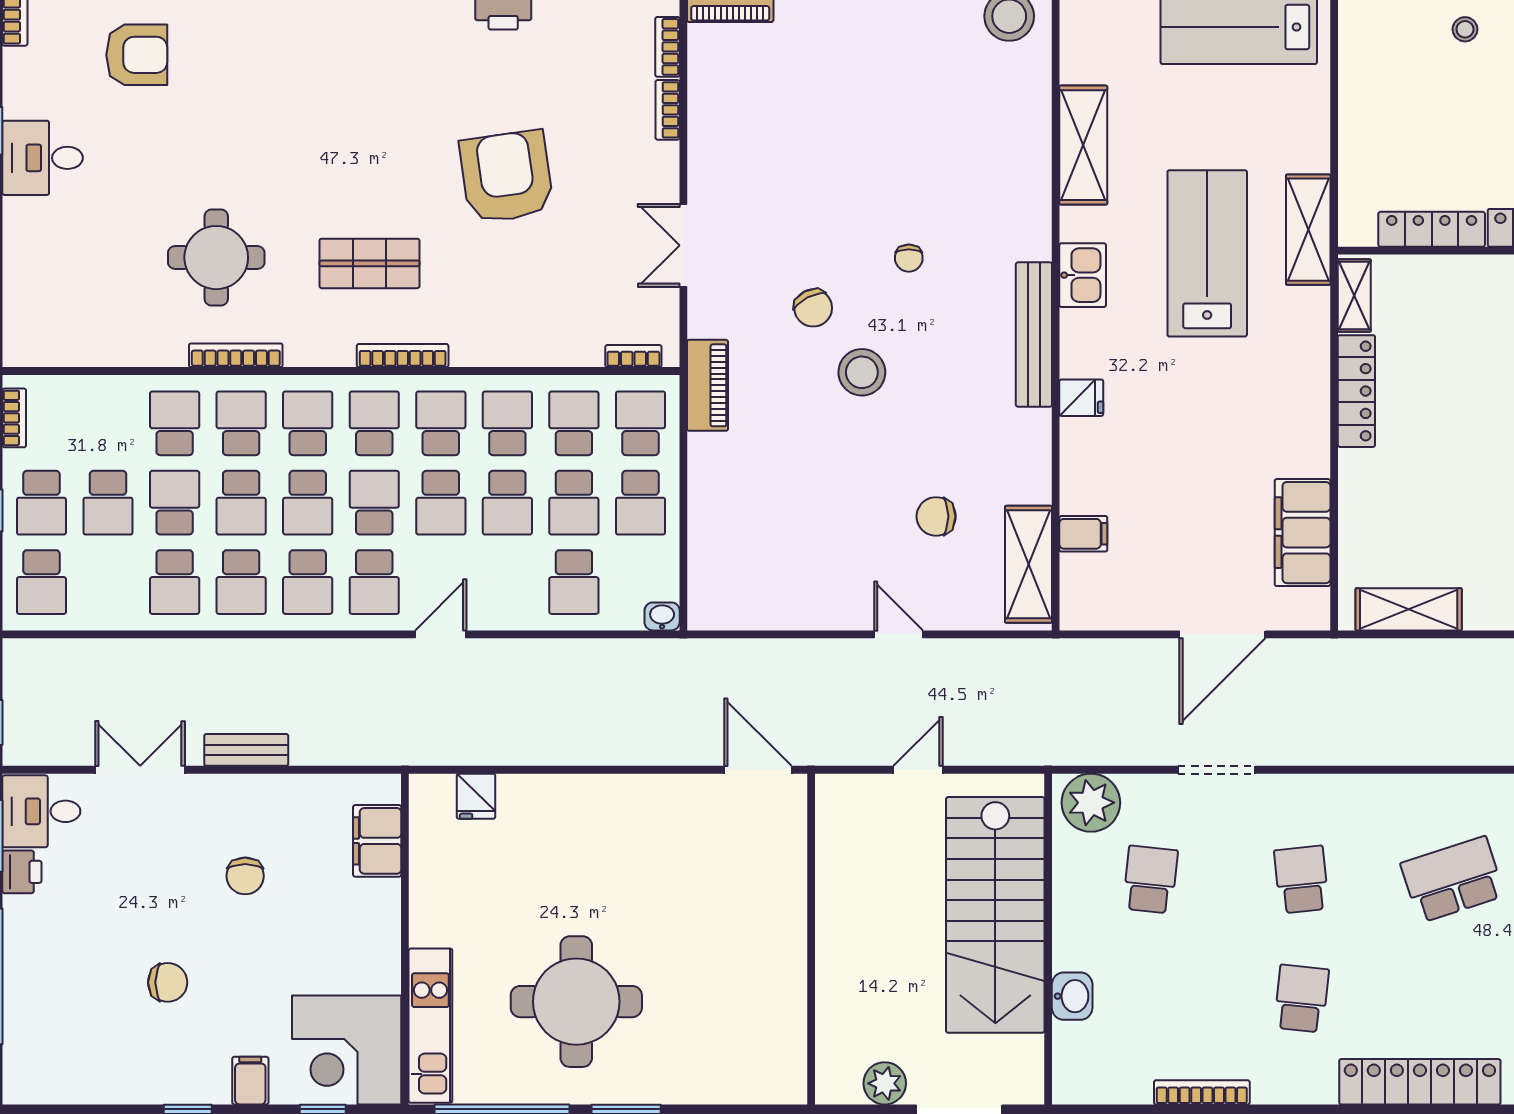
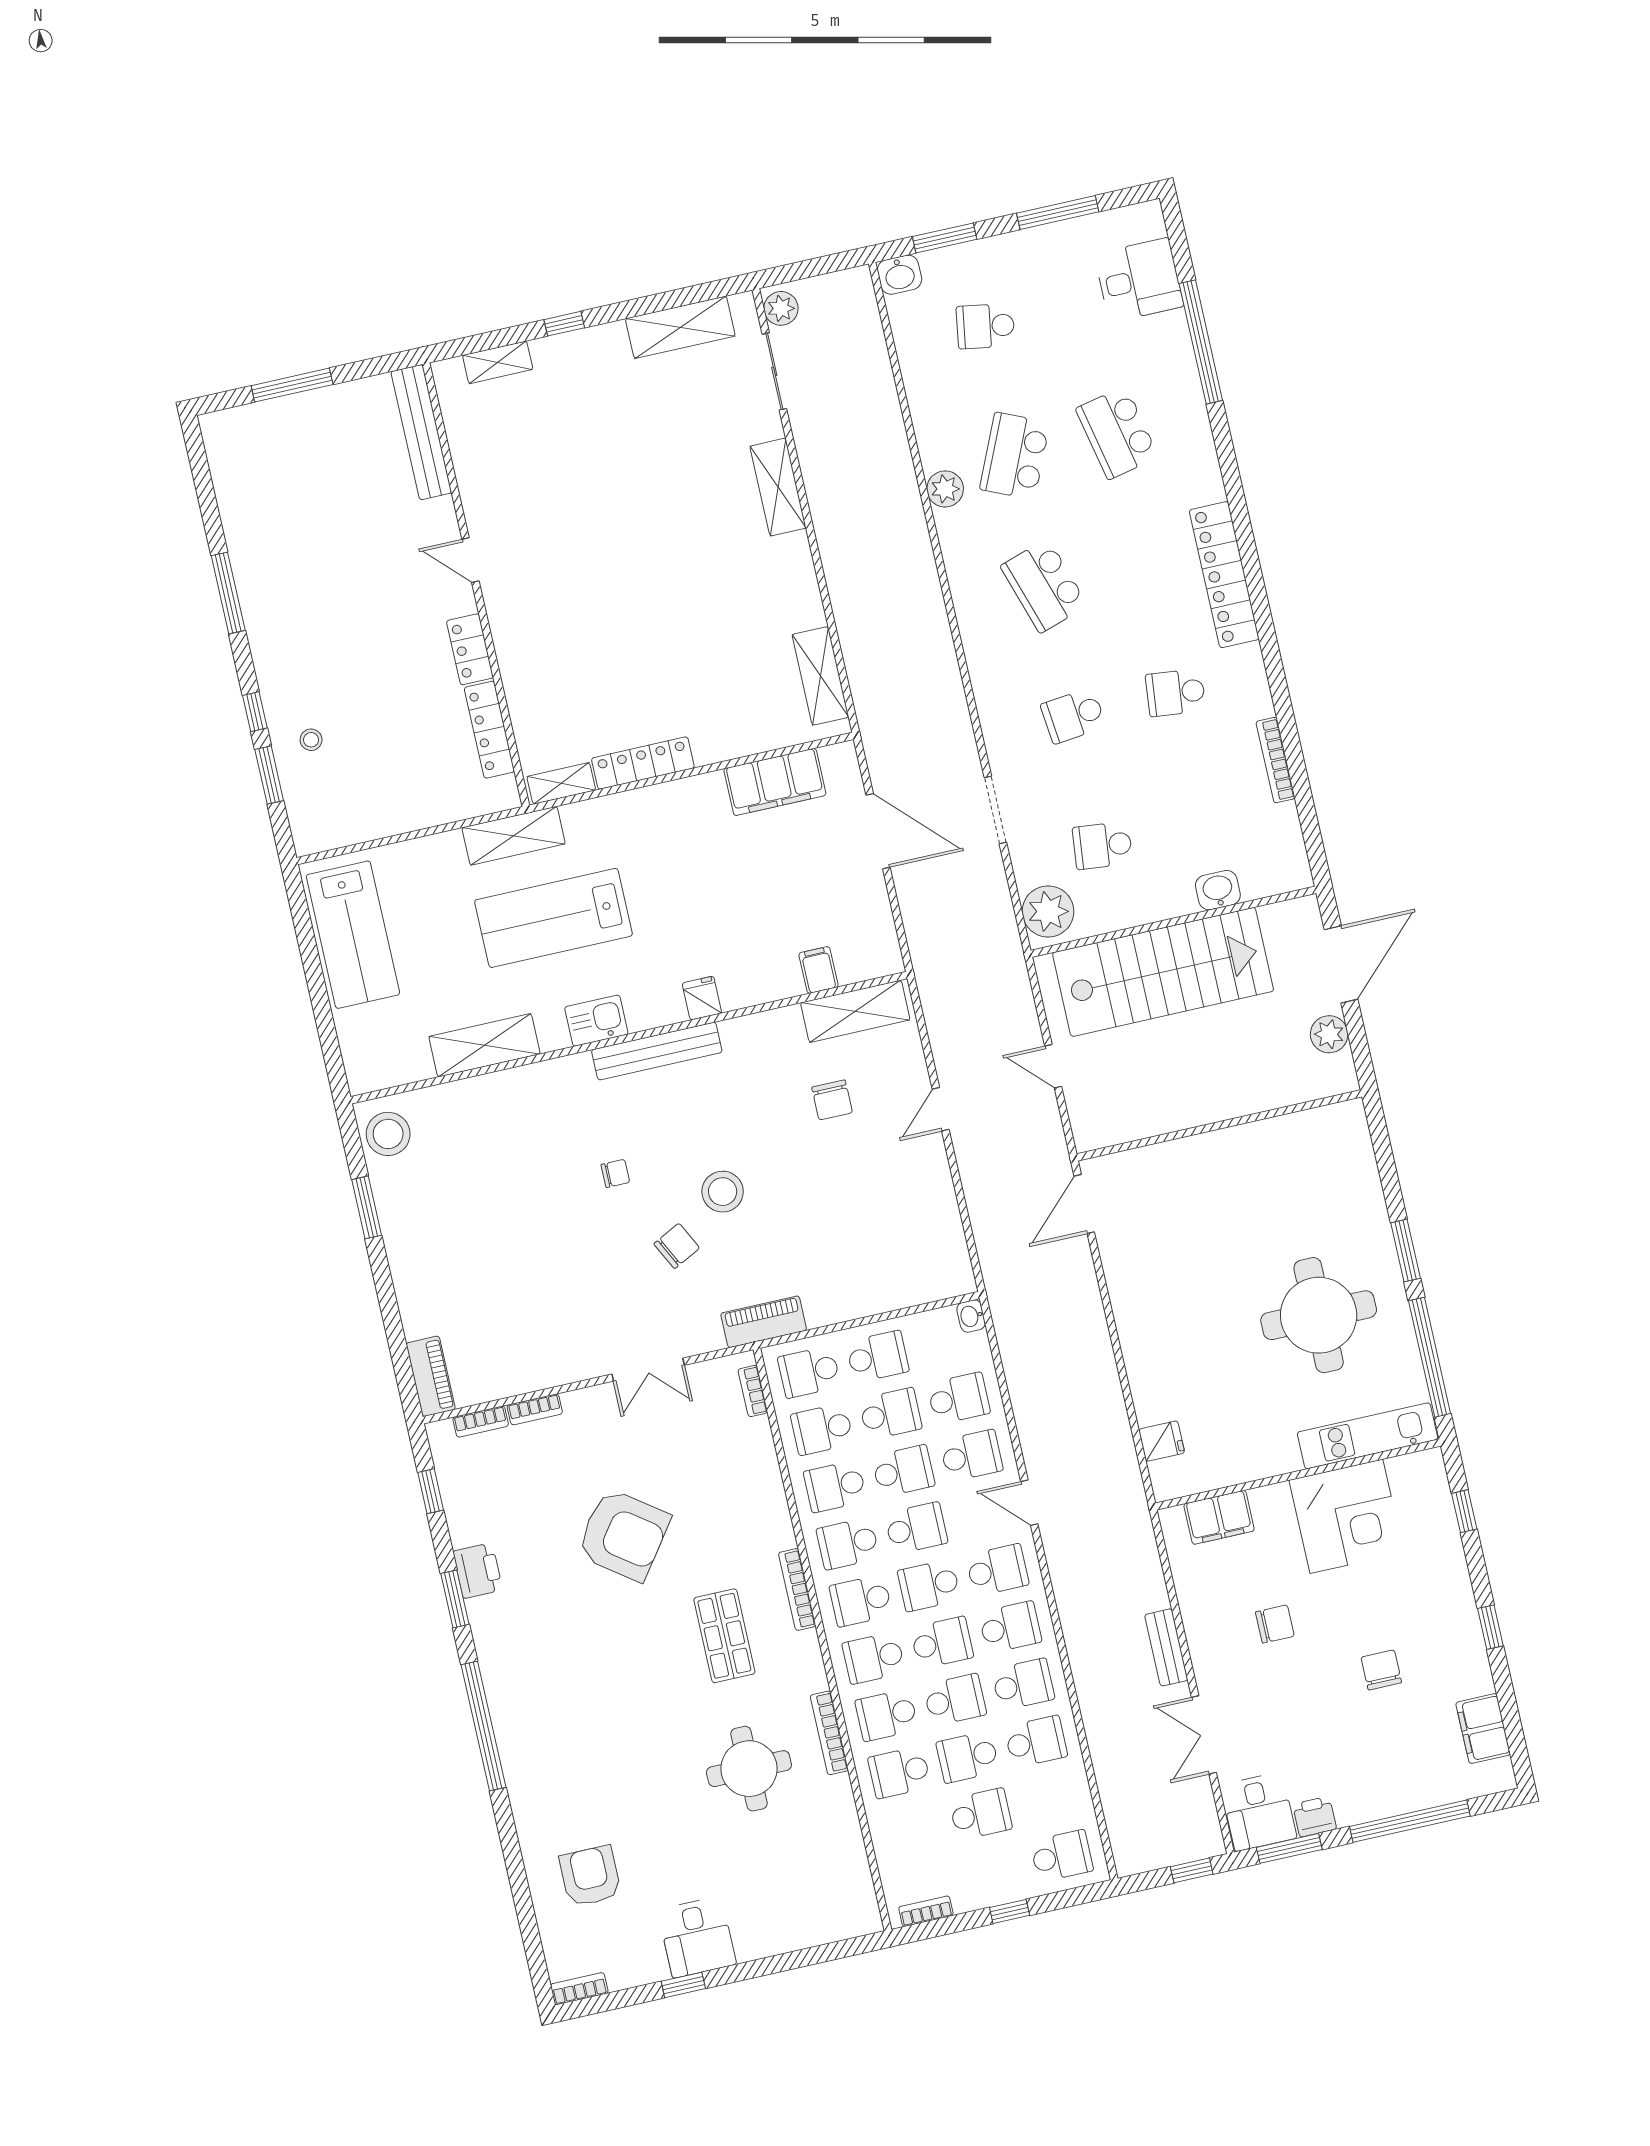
armchair: (506, 177) -> (623, 1535), turned -136
school desk: (41, 503) -> (971, 1456), moved
corner desk: (347, 1050) -> (1346, 1516), moved
filing cabinet: (250, 1081) -> (1483, 1729), moved, width x2.00

